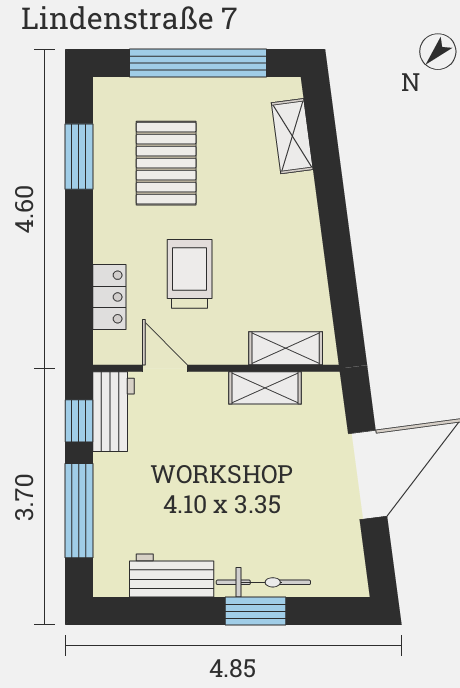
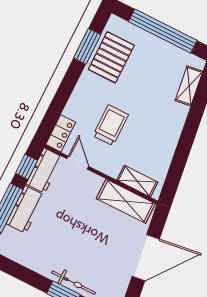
pallet: (166, 163) -> (111, 57), moved
locker: (109, 297) -> (61, 133), moved
shelving: (265, 388) -> (126, 201), width x1.50, depth x1.33
workbench: (172, 576) -> (25, 209), moved, turned 90

